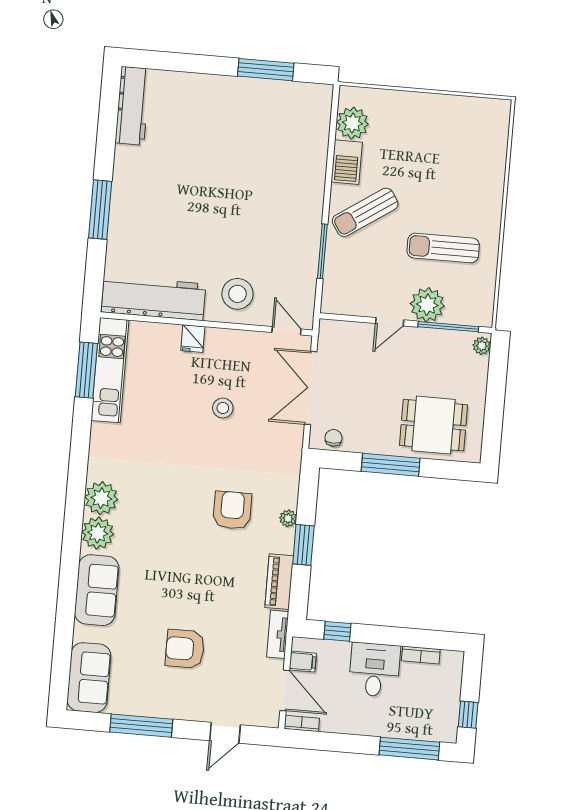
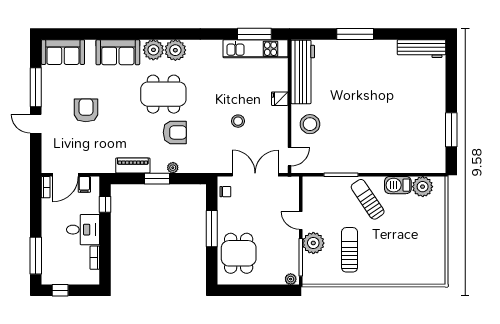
dining table: (170, 523) -> (163, 94), added
tv unit: (278, 634) -> (100, 167), removed
door: (225, 733) -> (36, 124), moved

